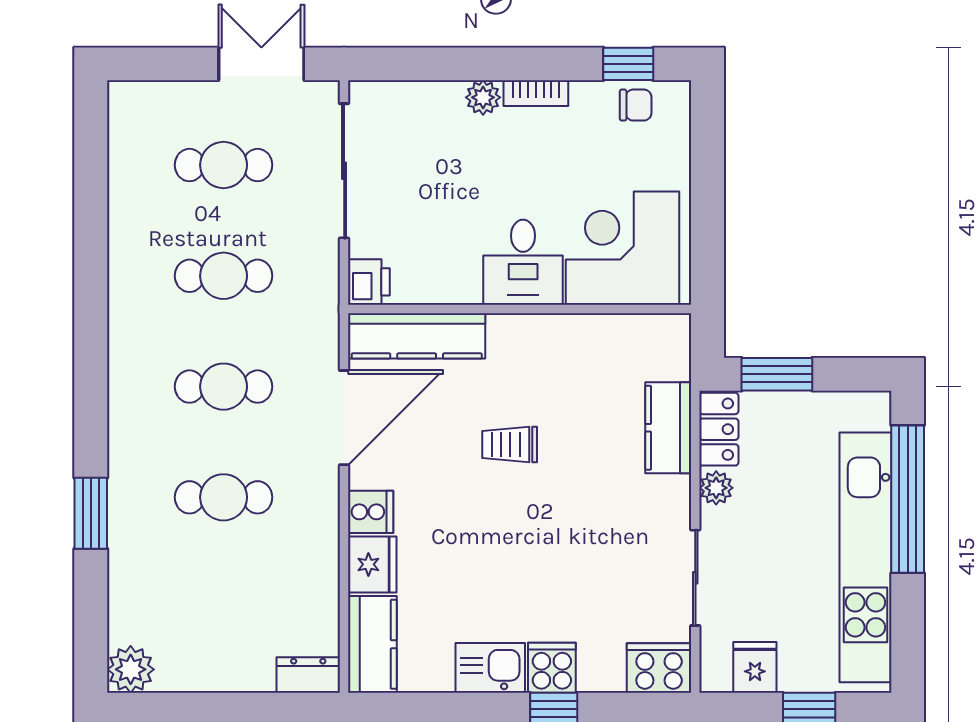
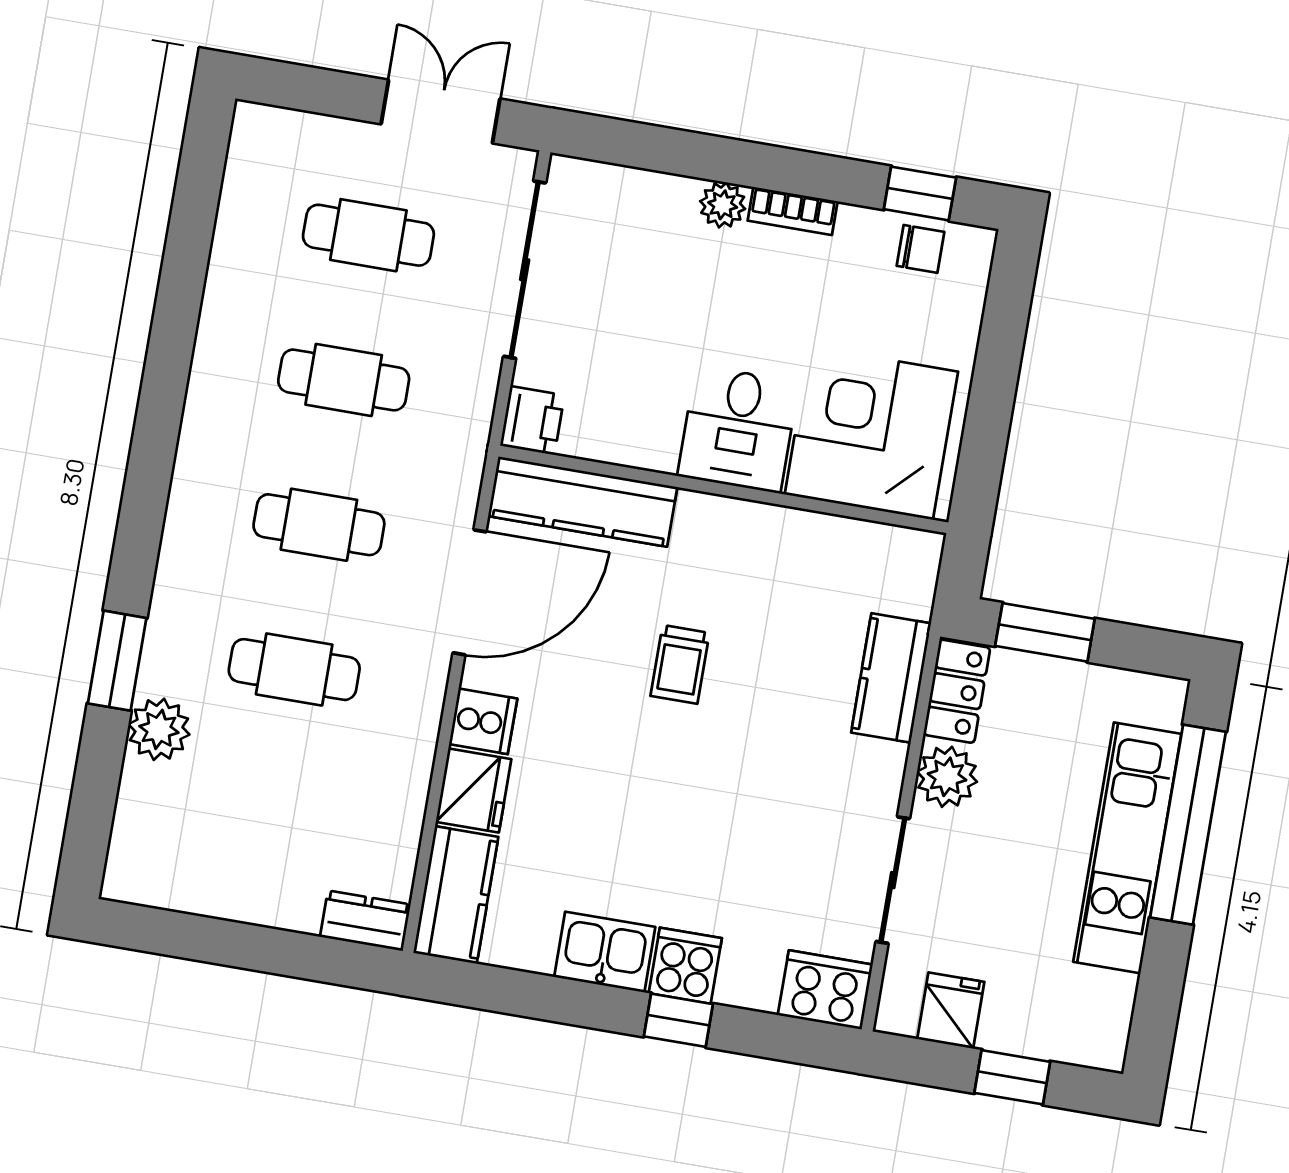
trolley: (510, 445) -> (680, 664), turned -90
plant: (716, 488) -> (947, 777), width x1.38, depth x1.38
kitchen unit: (865, 557) -> (1127, 848), width x0.73
plant: (131, 669) -> (159, 729), moved

